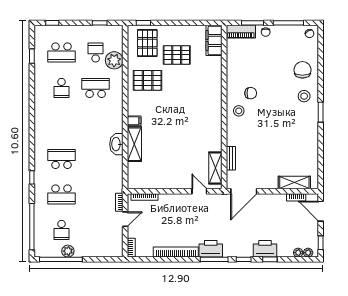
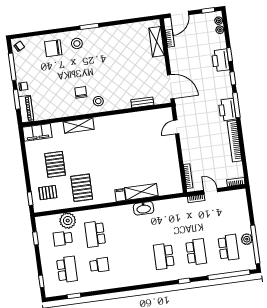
pallet: (147, 43) -> (48, 193), width x0.67, depth x0.71
shelving: (215, 168) -> (79, 125), moved
school desk: (62, 230) -> (228, 248), width x1.85

